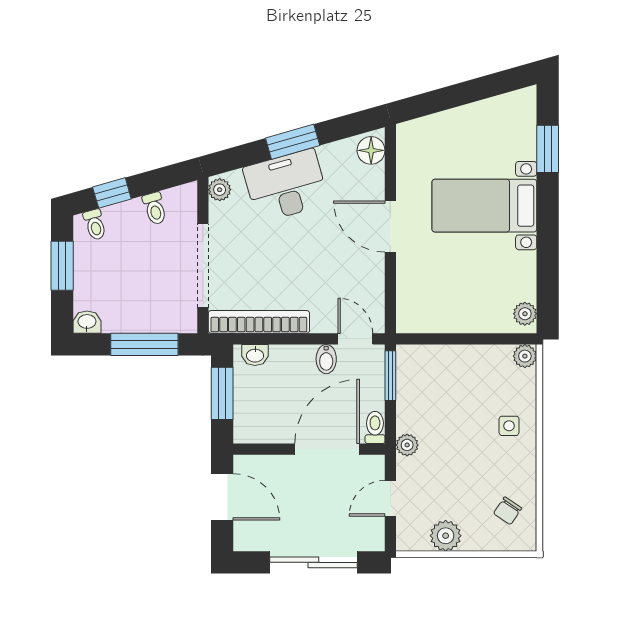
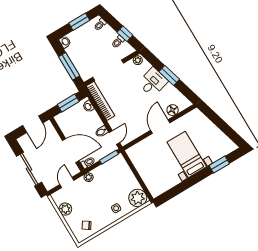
floor lamp: (371, 150) -> (173, 110), moved
desk: (286, 186) -> (153, 82), width x0.73
window: (112, 193) -> (125, 34), moved
plant: (525, 314) -> (158, 191), removed
plant: (525, 356) -> (138, 198), width x1.88, depth x1.88
door: (390, 498) -> (67, 182), hinge flipped

